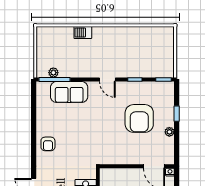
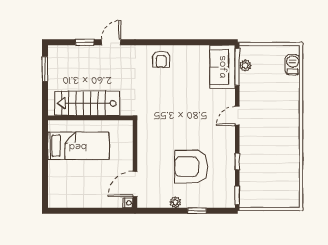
barbecue: (83, 32) -> (293, 65), moved
door: (107, 79) -> (237, 116), moved
sofa: (69, 92) -> (222, 67), moved
armchair: (48, 144) -> (161, 59), turned -90

